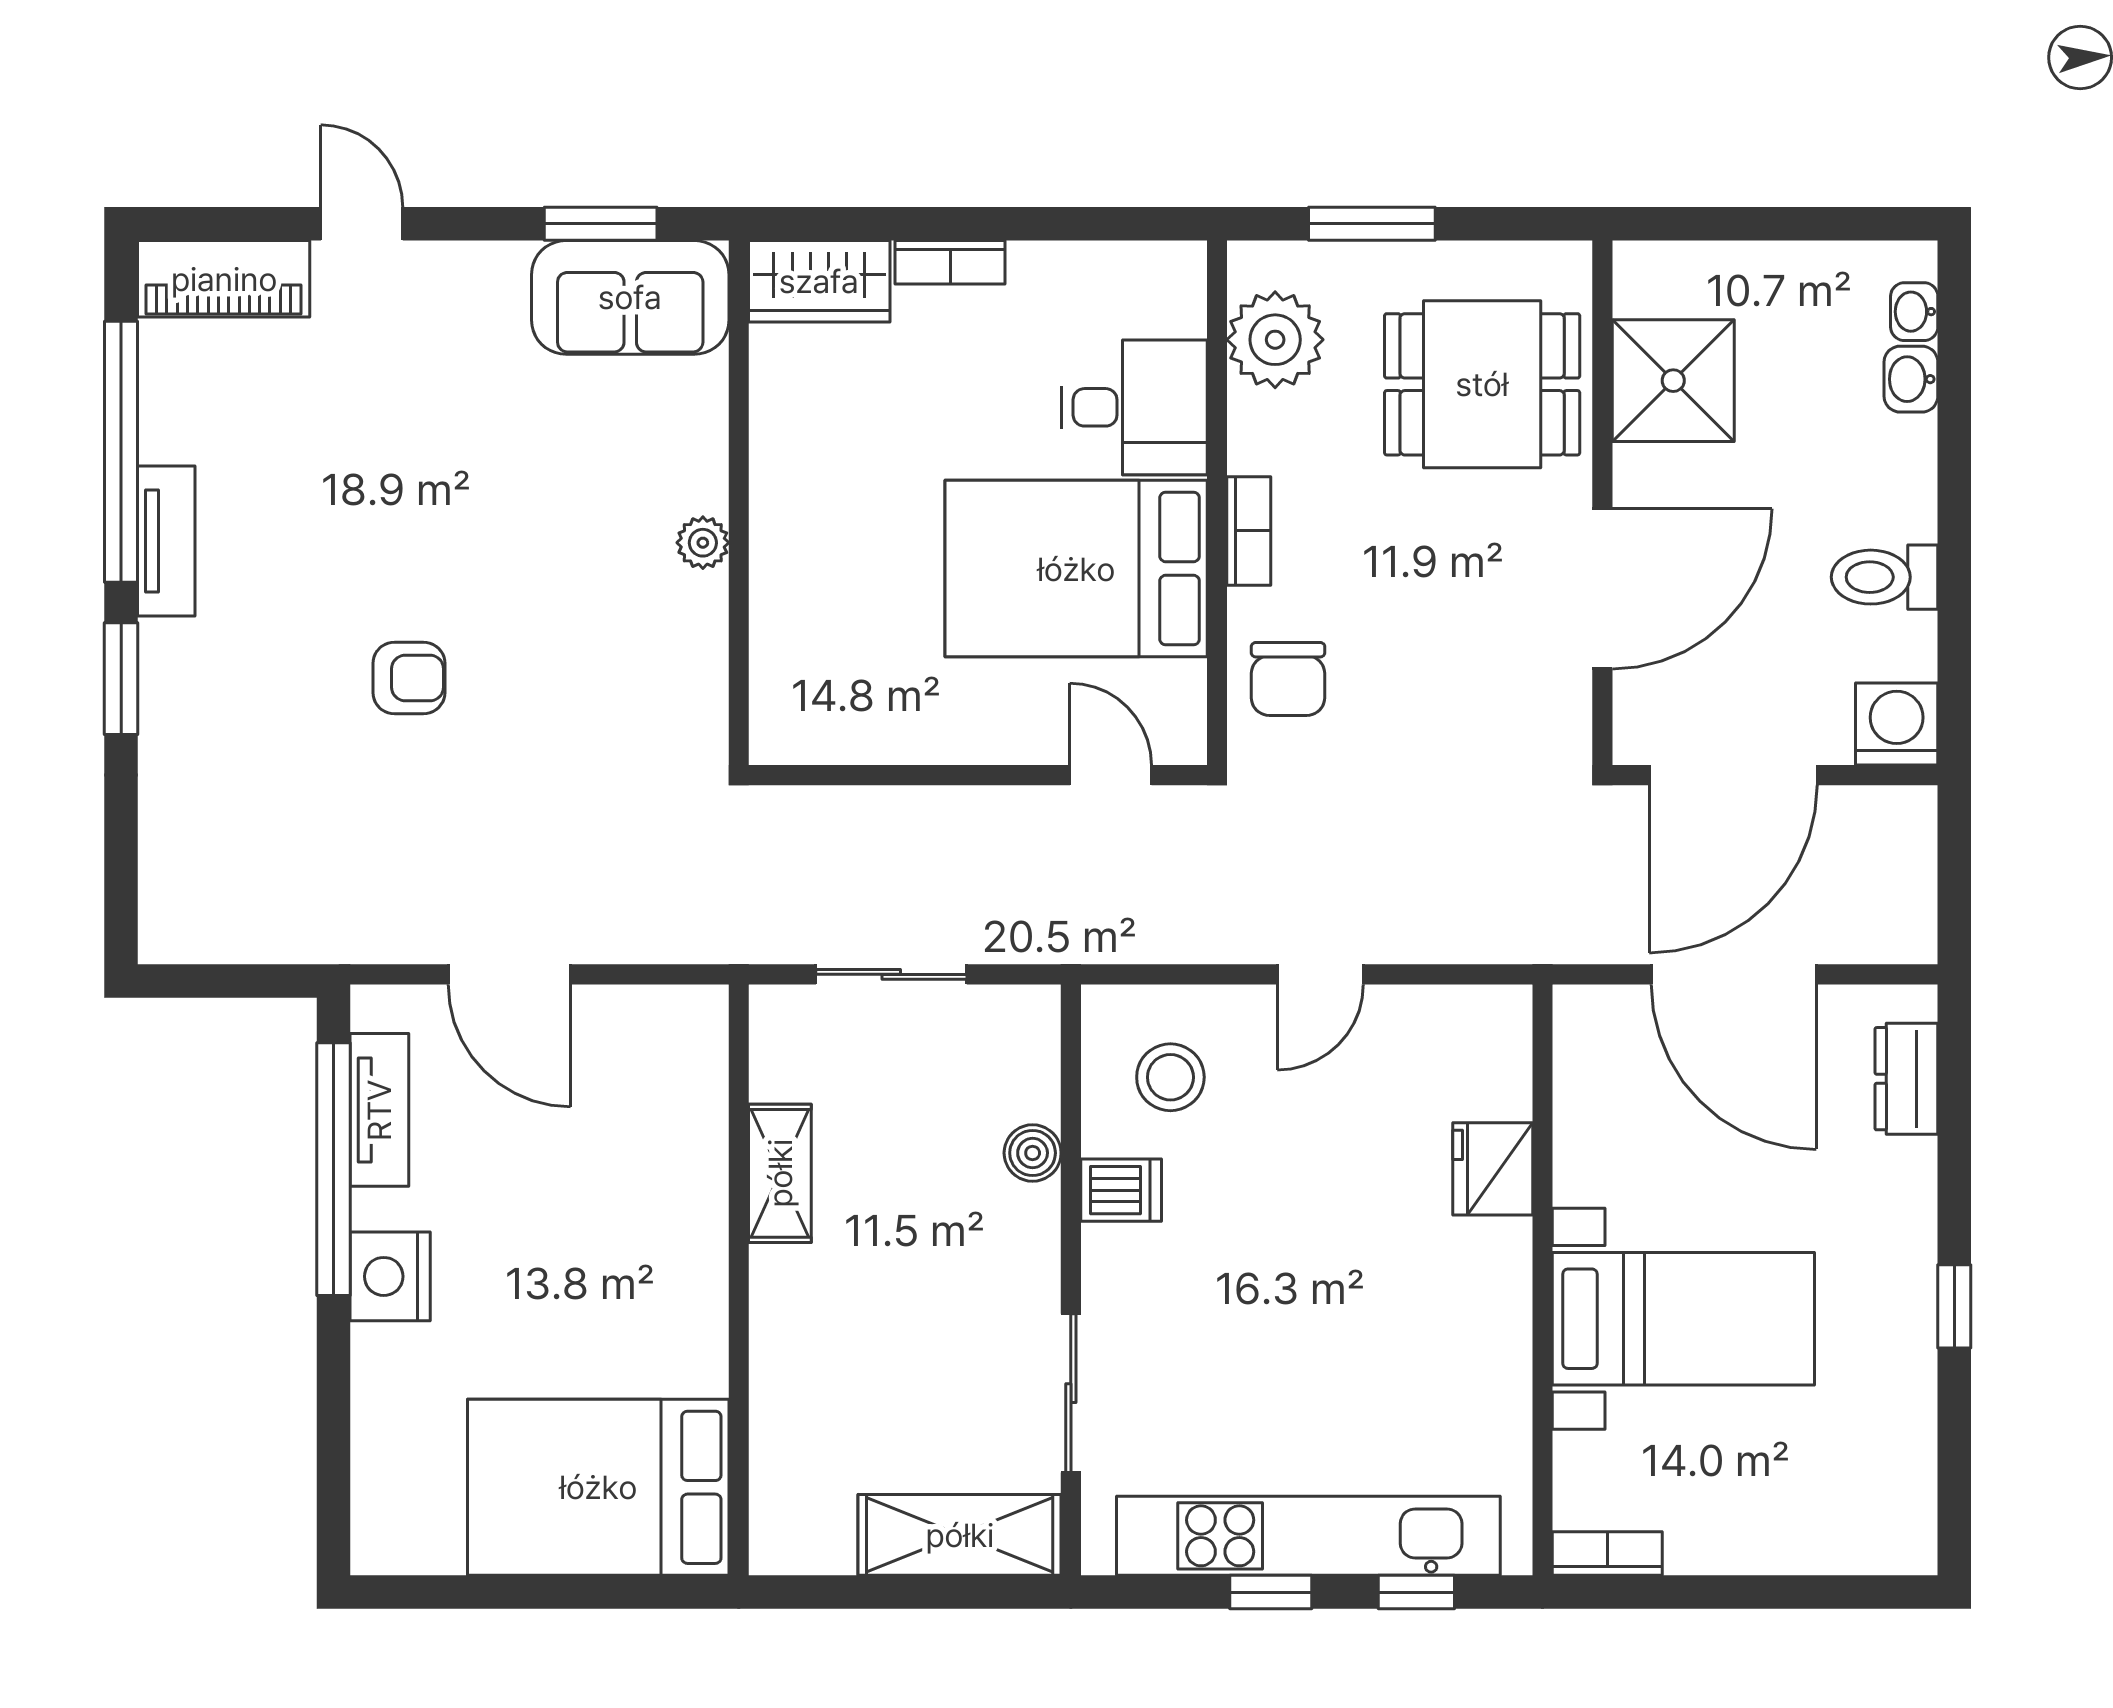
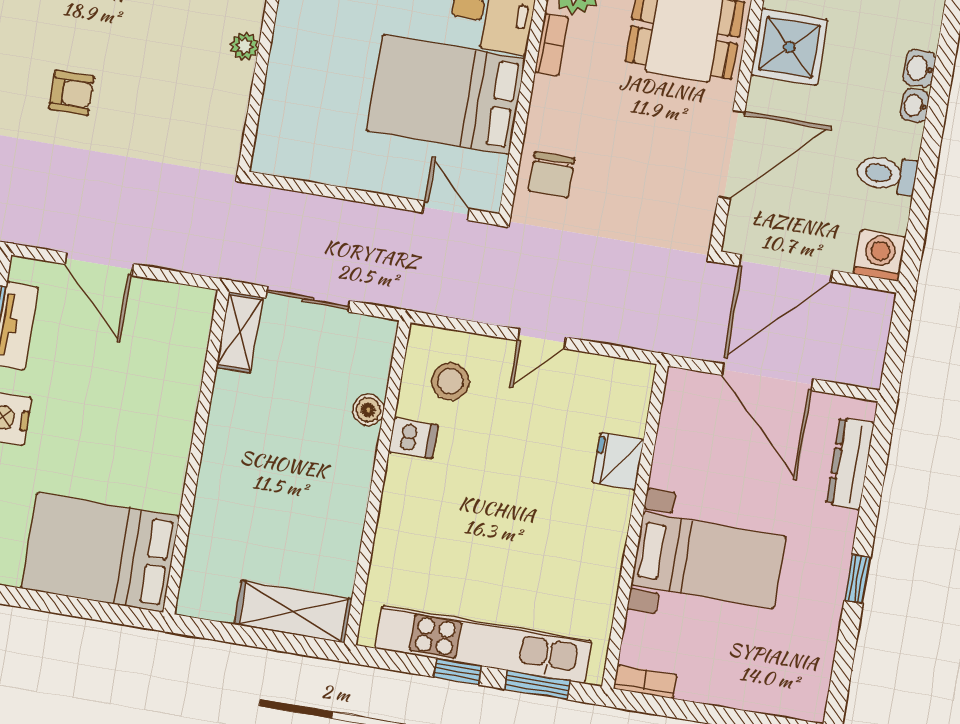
washbasin: (1914, 312) -> (915, 106), moved
bookcase: (1249, 531) -> (551, 45), moved
dresser: (1906, 1079) -> (850, 463), width x1.44
shelving: (780, 1173) -> (239, 332), moved
sliding door: (1071, 1393) -> (367, 545), removed
window: (1416, 1592) -> (537, 685), width x1.50

